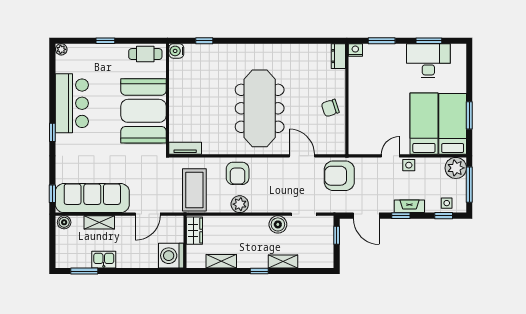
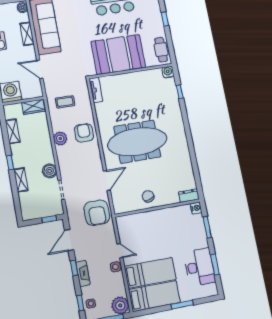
window: (469, 115) -> (182, 305), moved
armchair: (238, 173) -> (84, 133), turned 90
armchair: (339, 176) -> (97, 213), turned 180
coffee table: (194, 190) -> (65, 102), width x0.54, depth x0.58

